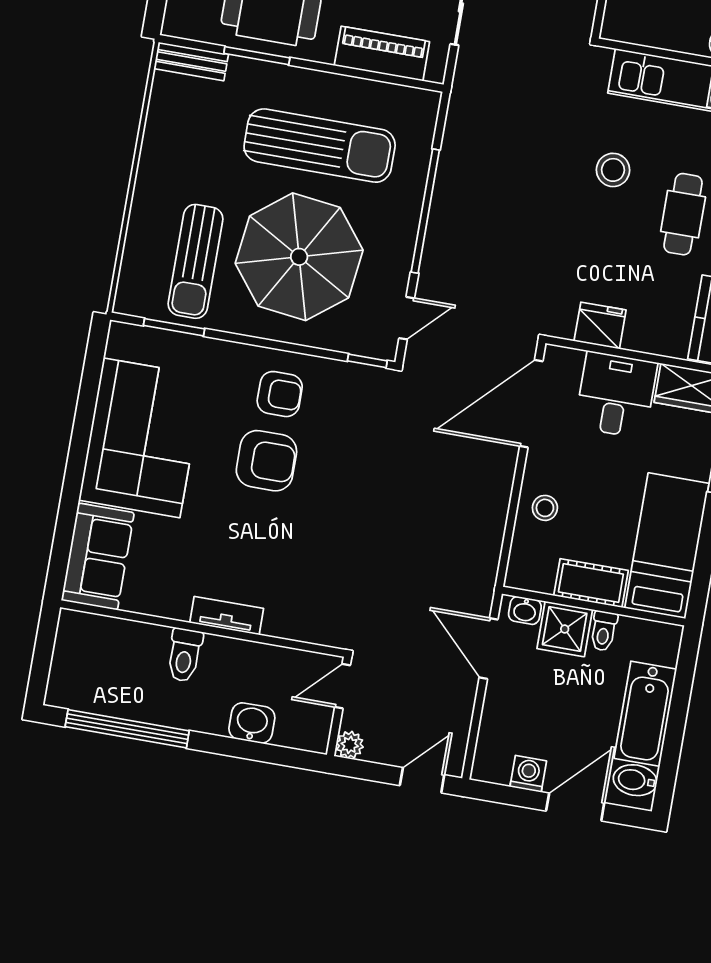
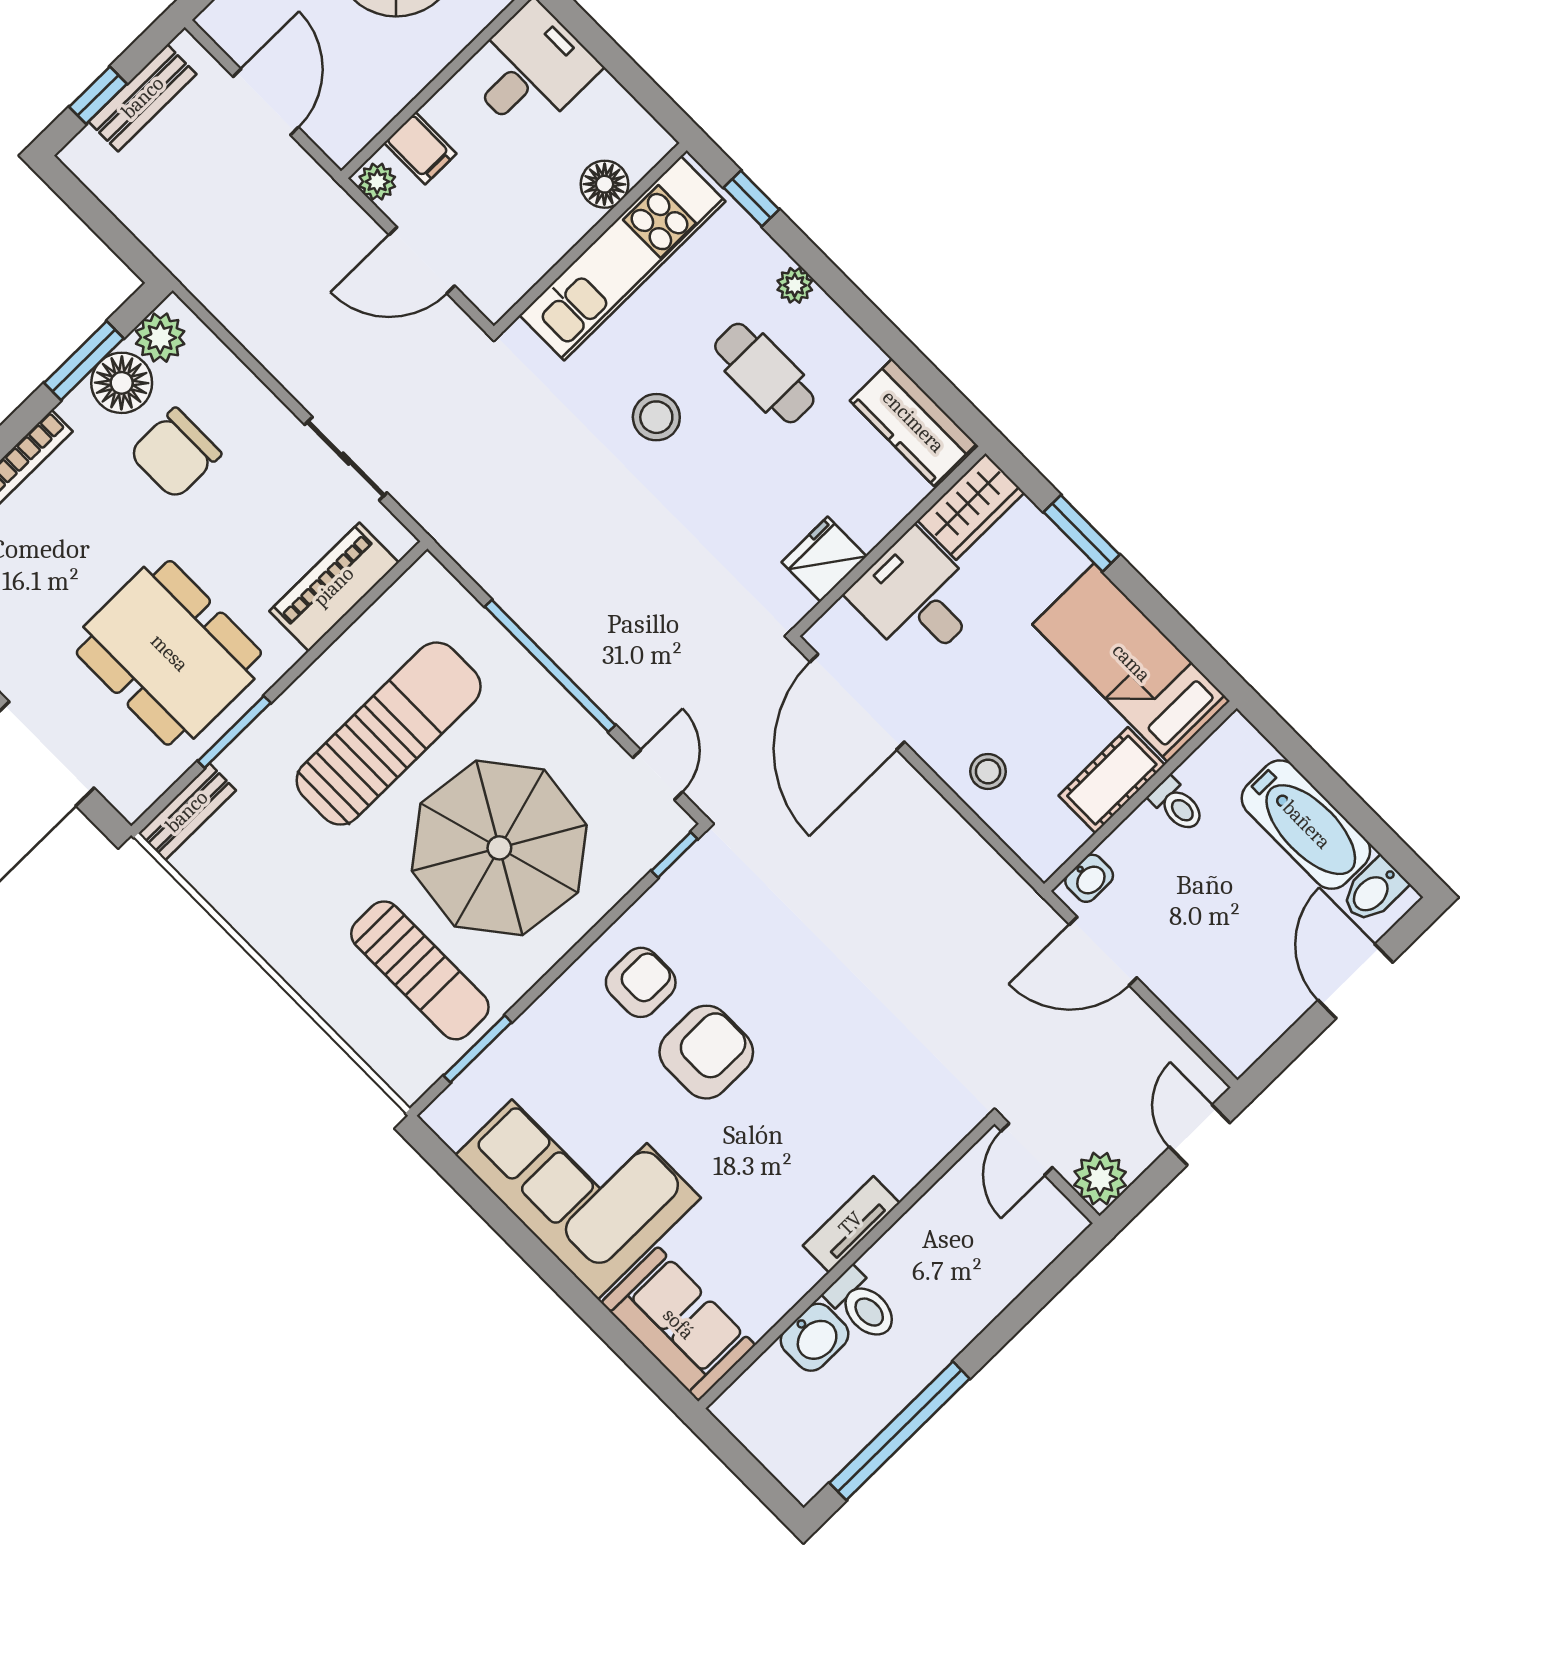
shower: (565, 629) -> (1143, 848), removed
washbasin: (252, 723) -> (815, 1337), moved, turned 180
plant: (350, 745) -> (1100, 1179), width x1.38, depth x1.38
washing machine: (528, 774) -> (1279, 1008), removed

